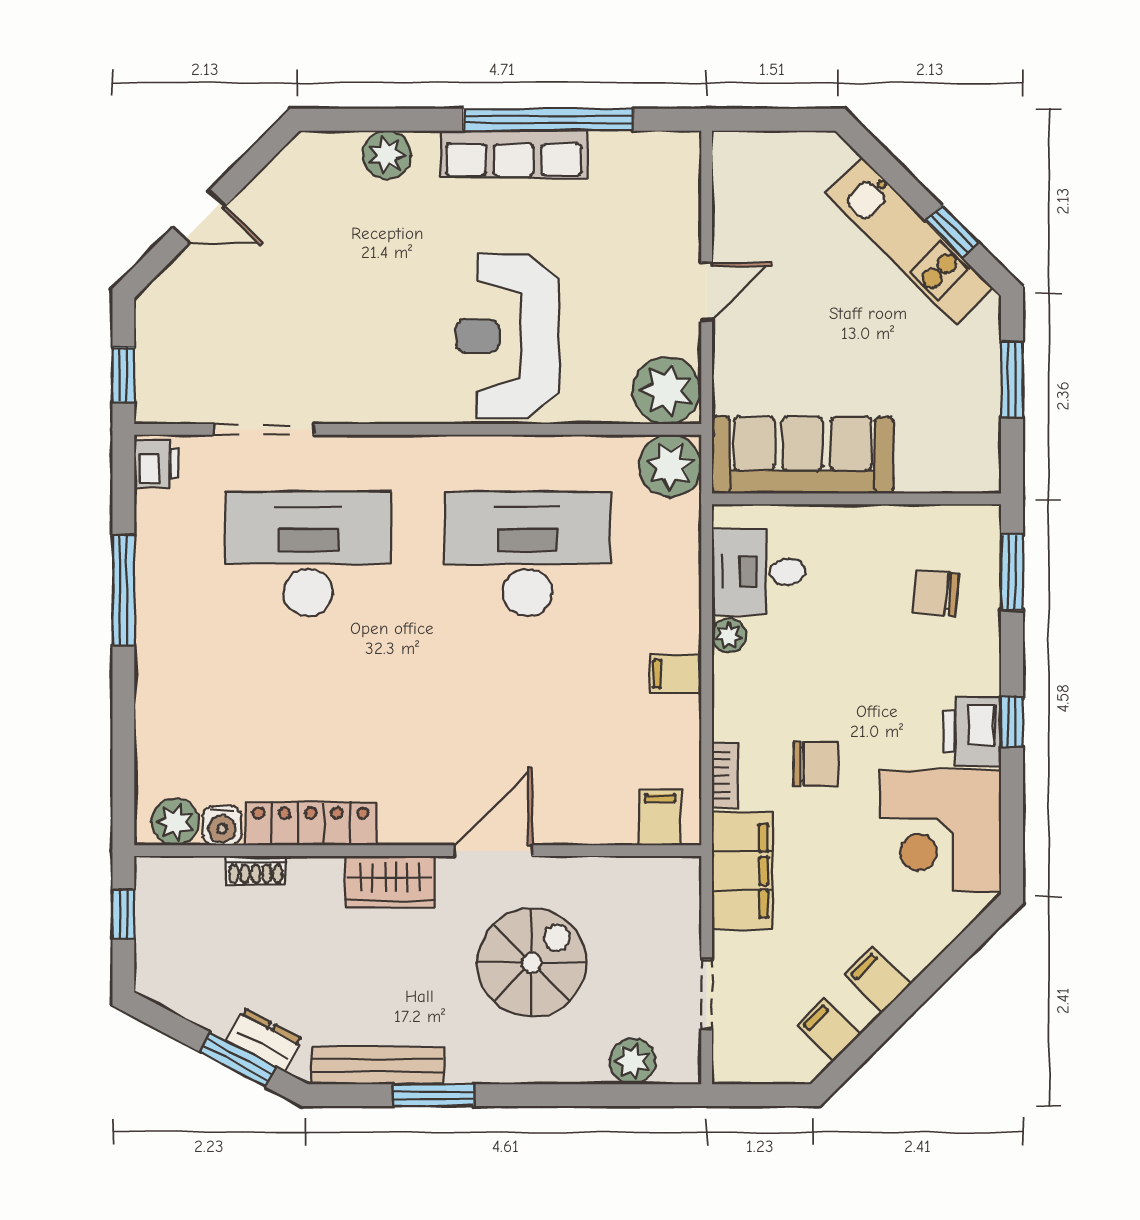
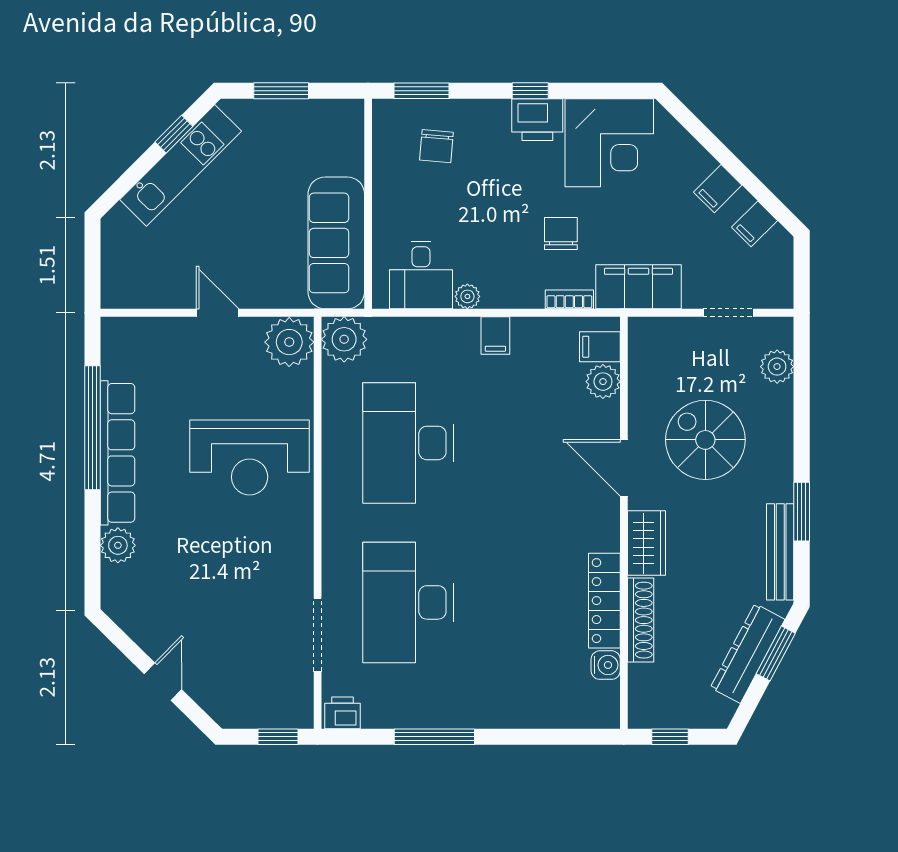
row of seats: (514, 154) -> (117, 453), width x1.36
plant: (175, 822) -> (603, 382), moved
shoe rack: (256, 870) -> (641, 620), width x1.94, depth x1.24
dresser: (264, 1040) -> (748, 653), width x1.96, depth x1.24

